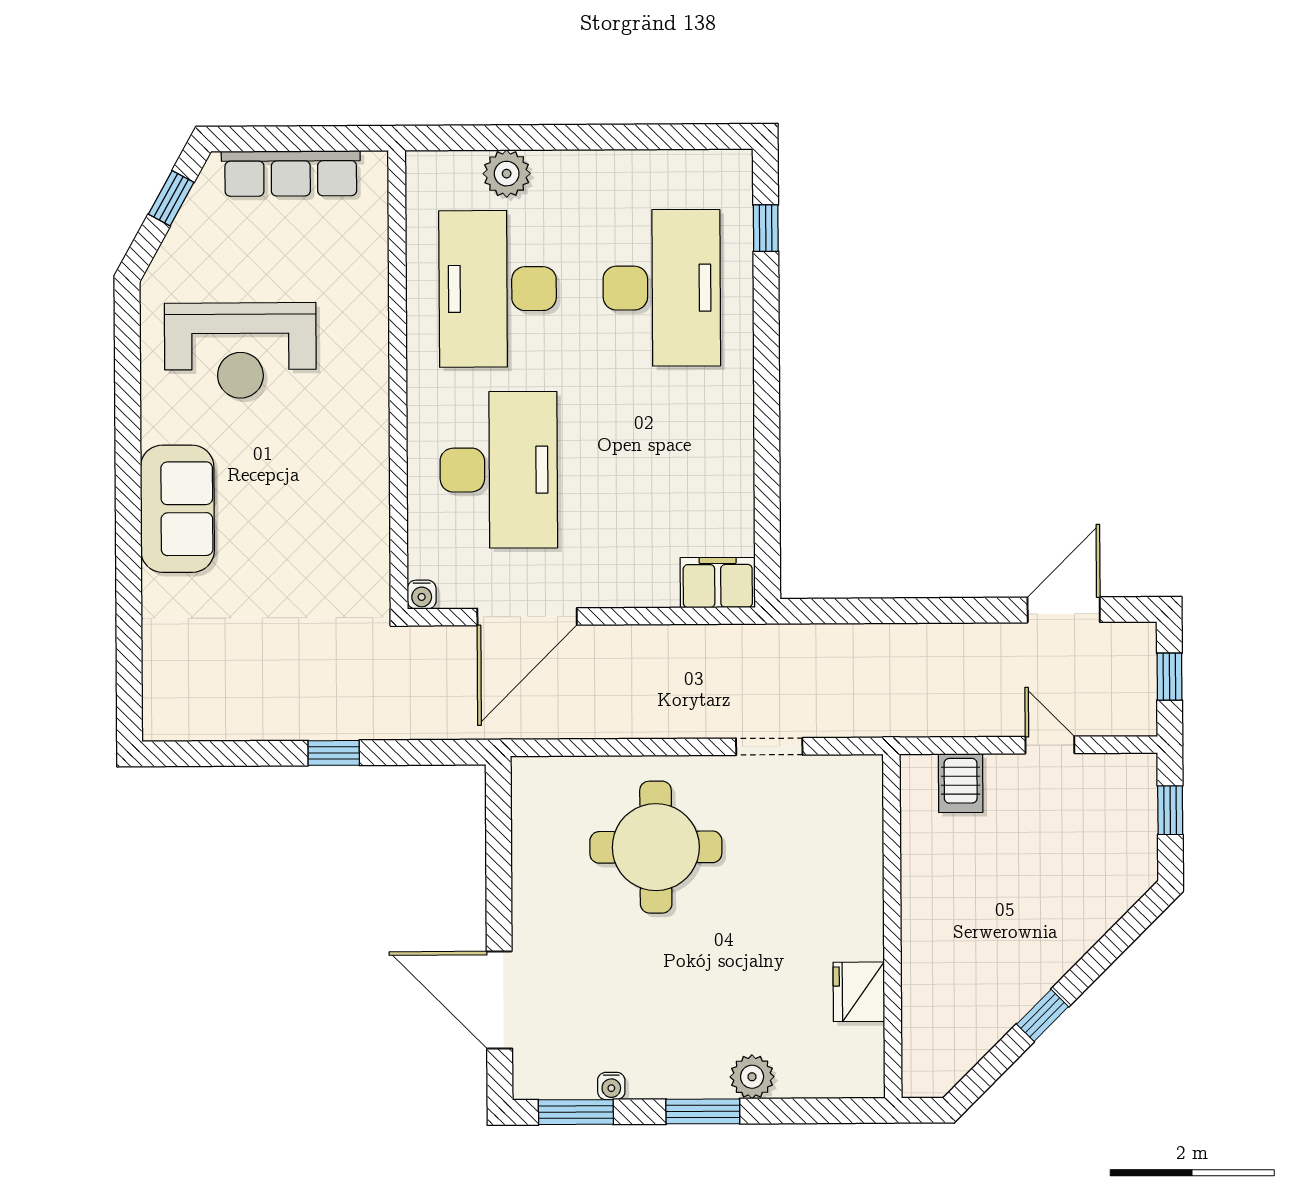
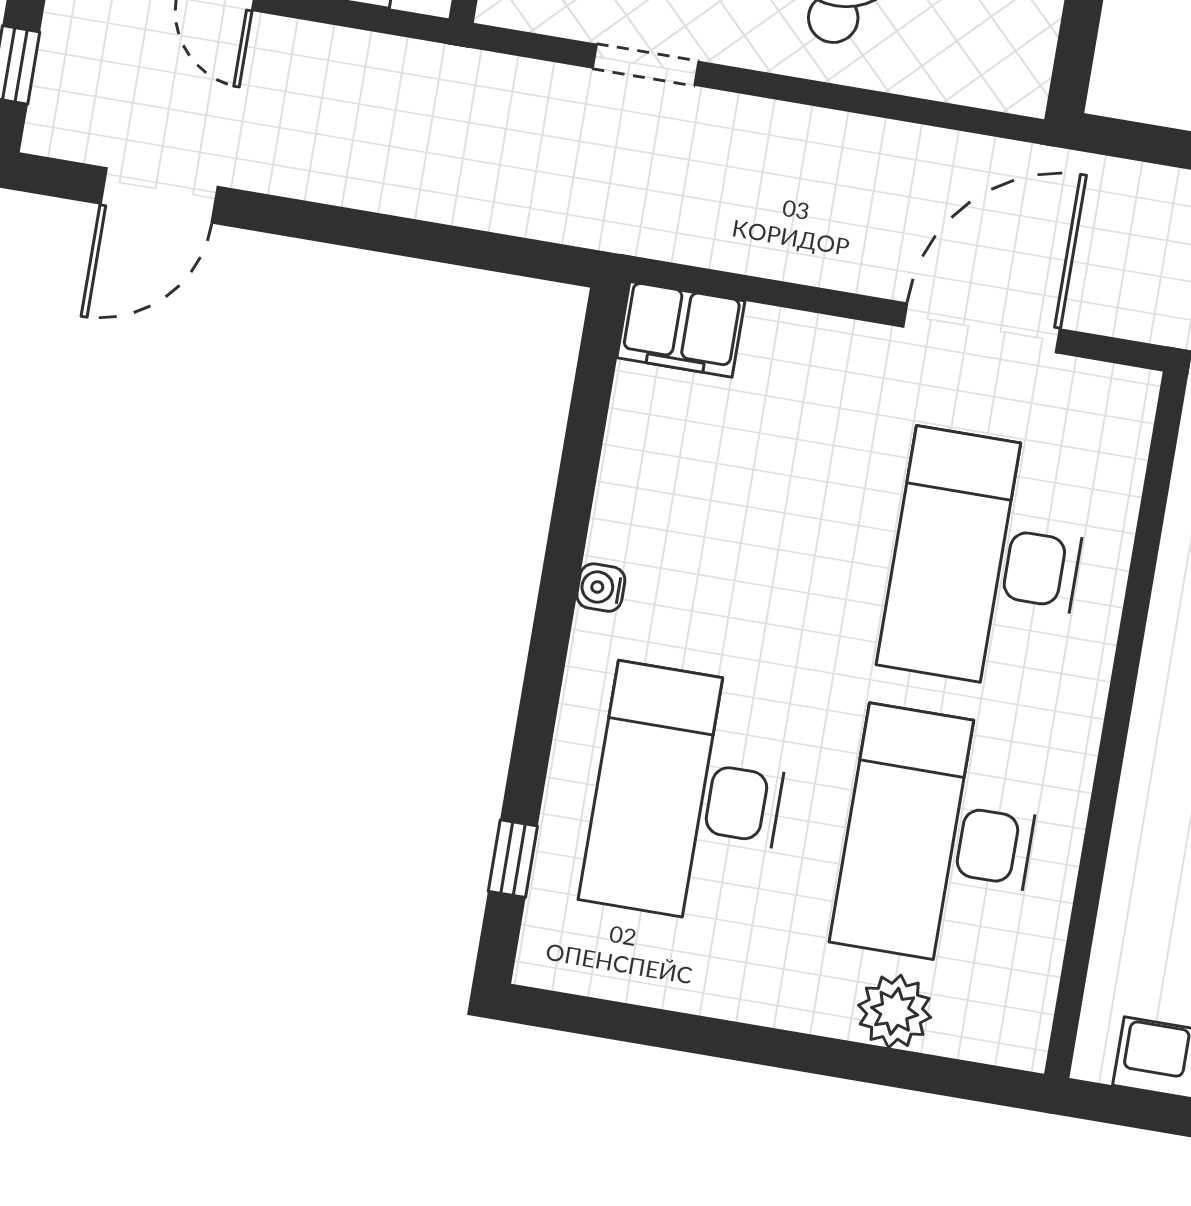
desk: (498, 289) -> (939, 837), turned 180
water cooler: (422, 595) -> (601, 588), moved, turned -90

